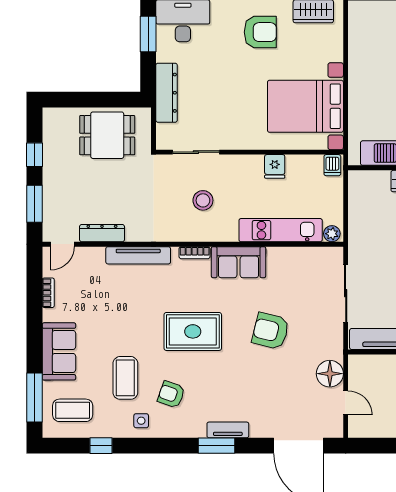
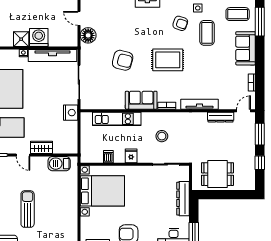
dishwasher: (332, 165) -> (108, 157), moved
fridge: (275, 166) -> (131, 156), moved
plant: (332, 234) -> (87, 117), removed
nightstand: (360, 241) -> (71, 113), added

